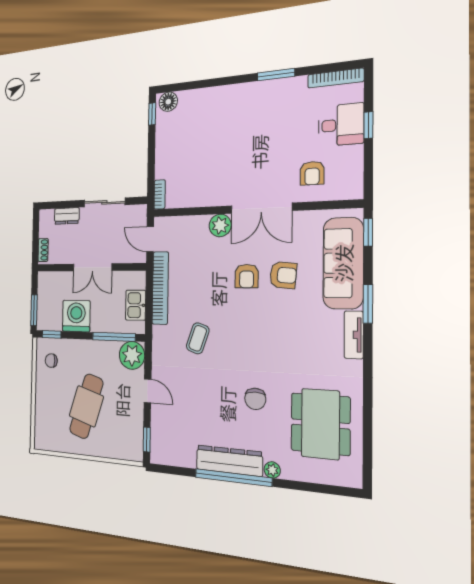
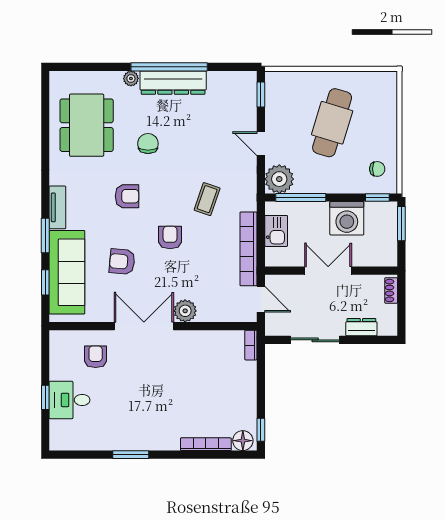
bookcase: (336, 78) -> (206, 444), moved
window: (368, 232) -> (45, 282), moved
armchair: (247, 276) -> (170, 237), moved
armchair: (277, 344) -> (127, 196), added

